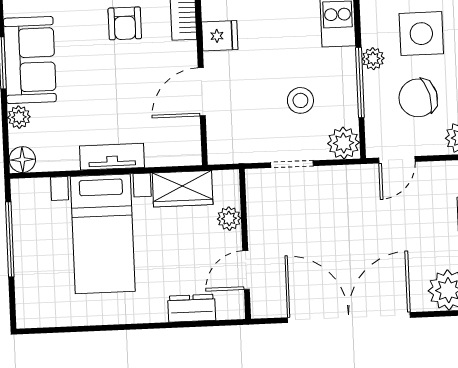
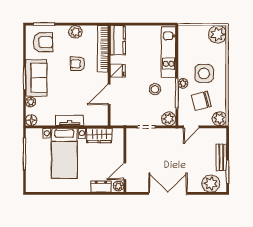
armchair: (125, 23) -> (78, 64), turned 90
stool: (300, 100) -> (155, 89), moved
plant: (229, 219) -> (119, 186), moved
double door: (349, 318) -> (168, 193), width x0.73

